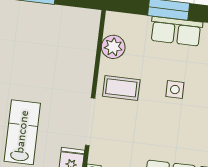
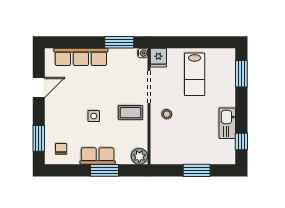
plant: (113, 47) -> (139, 156), moved
stool: (69, 79) -> (167, 114), added

